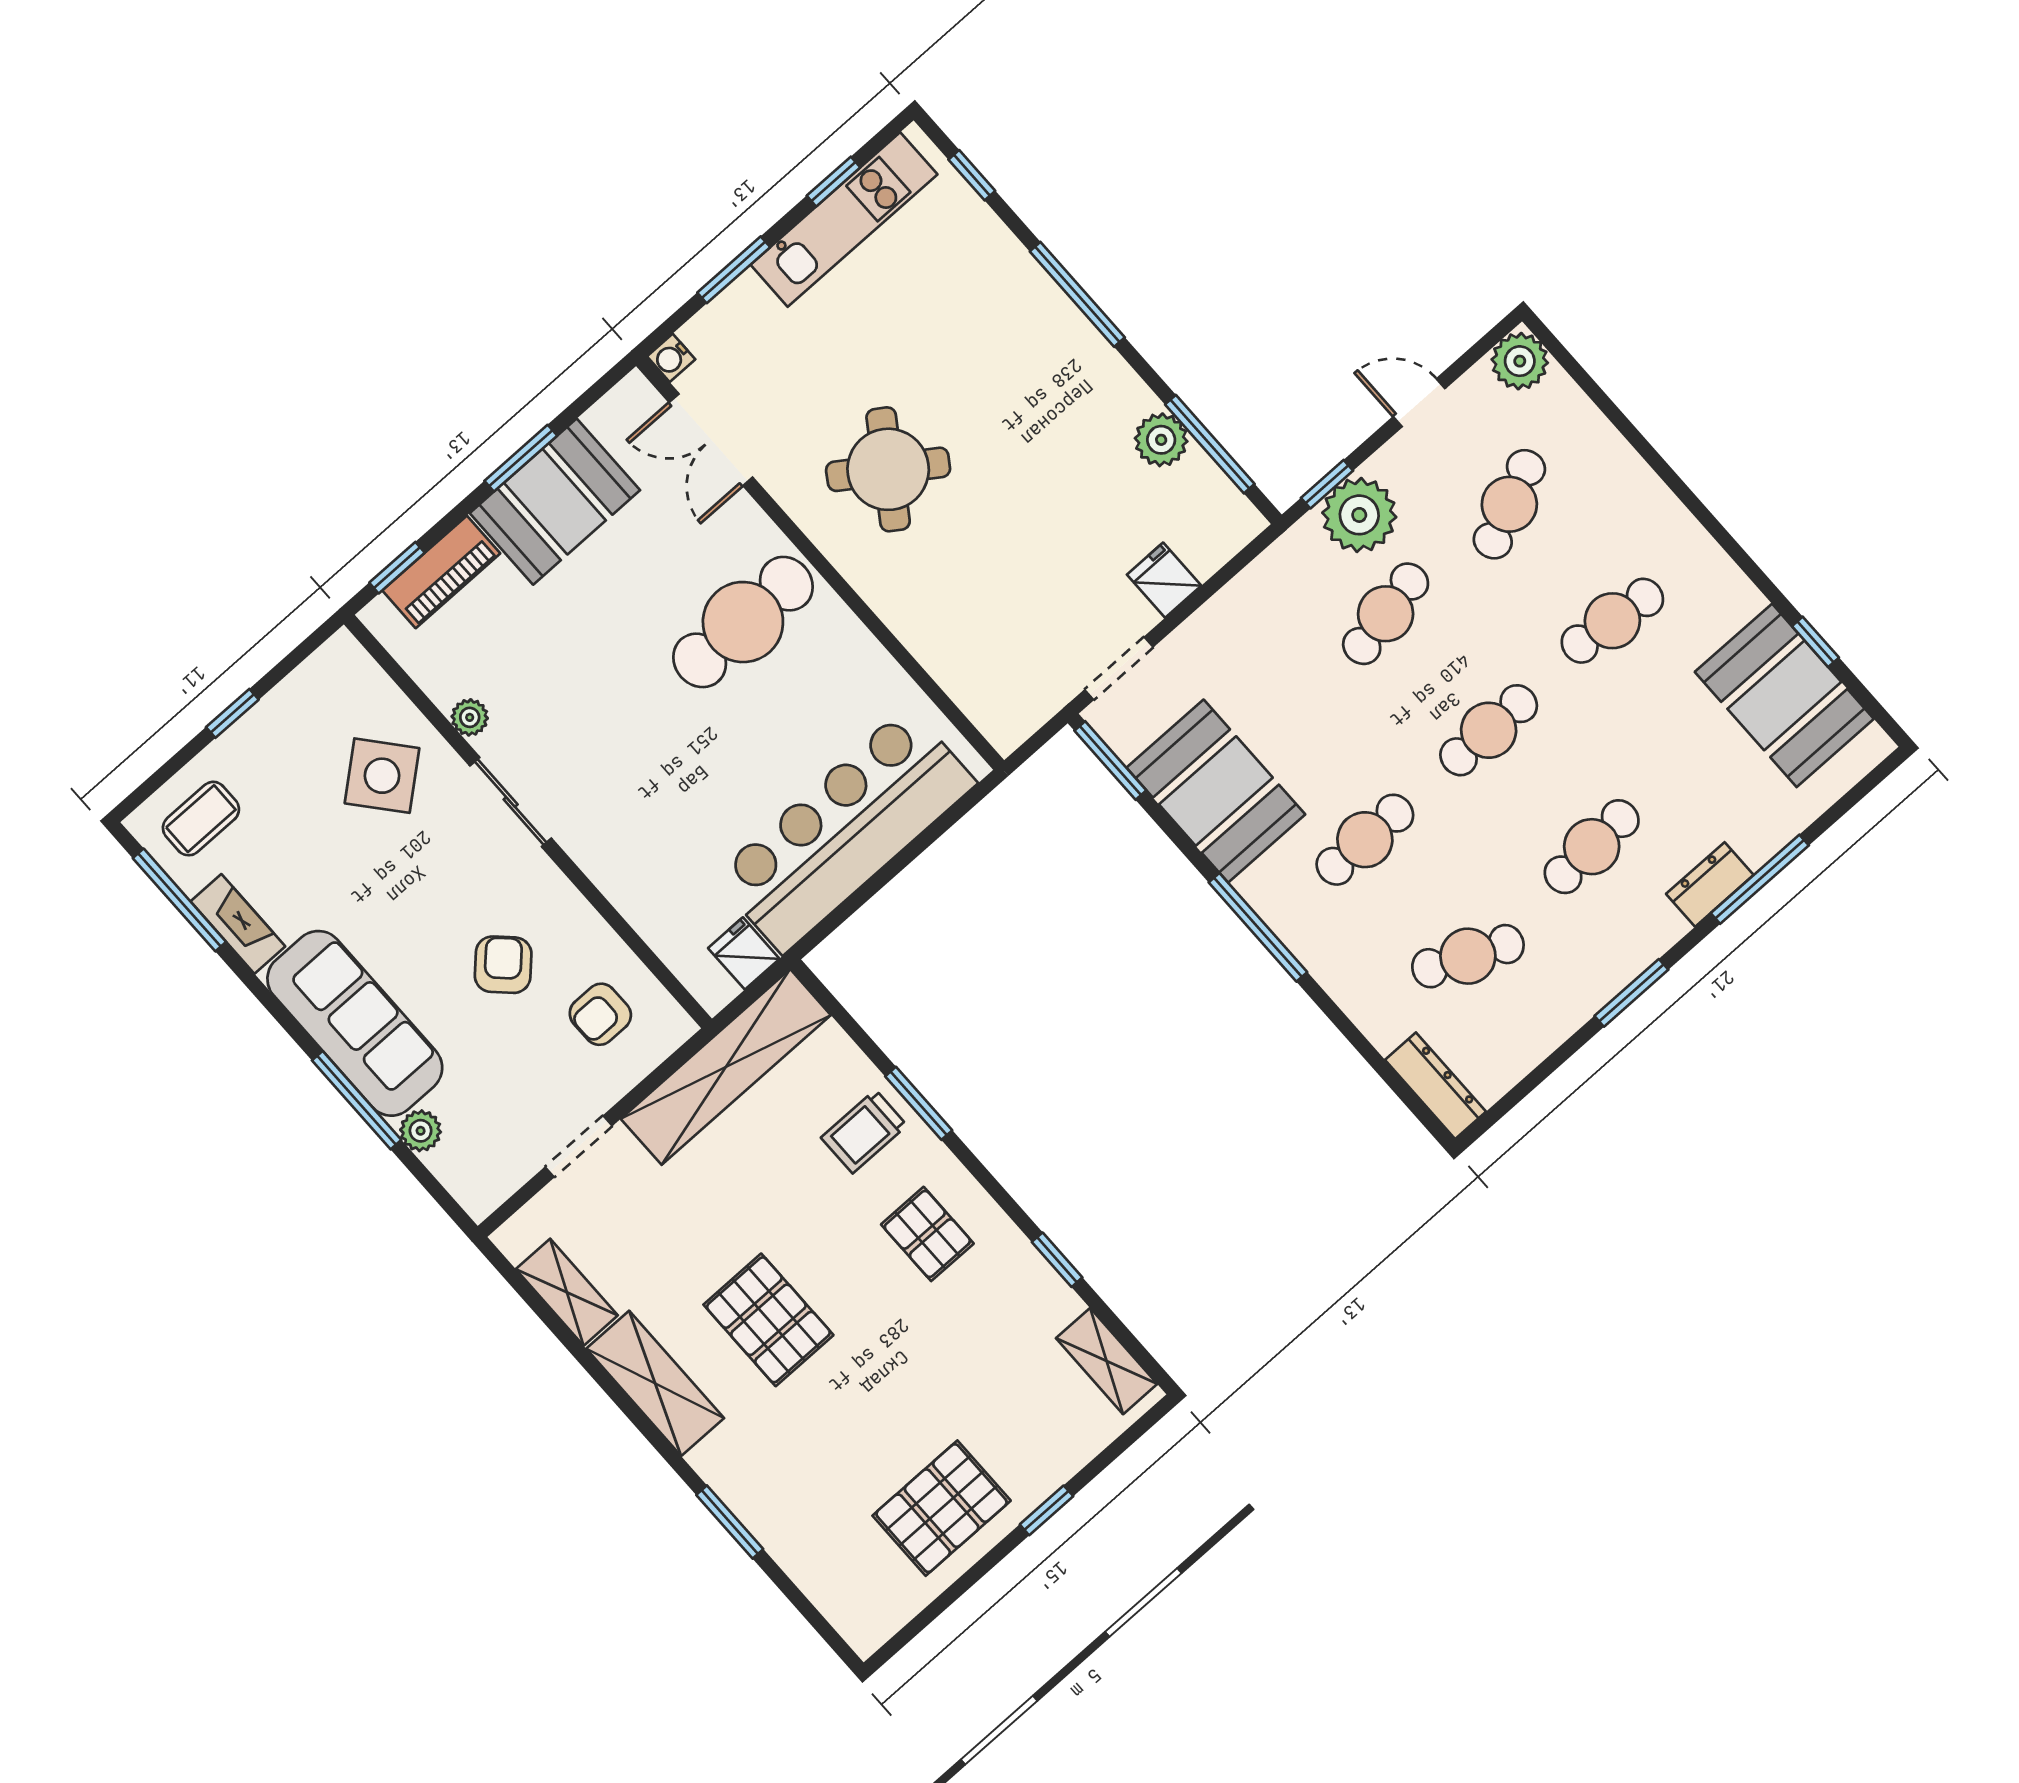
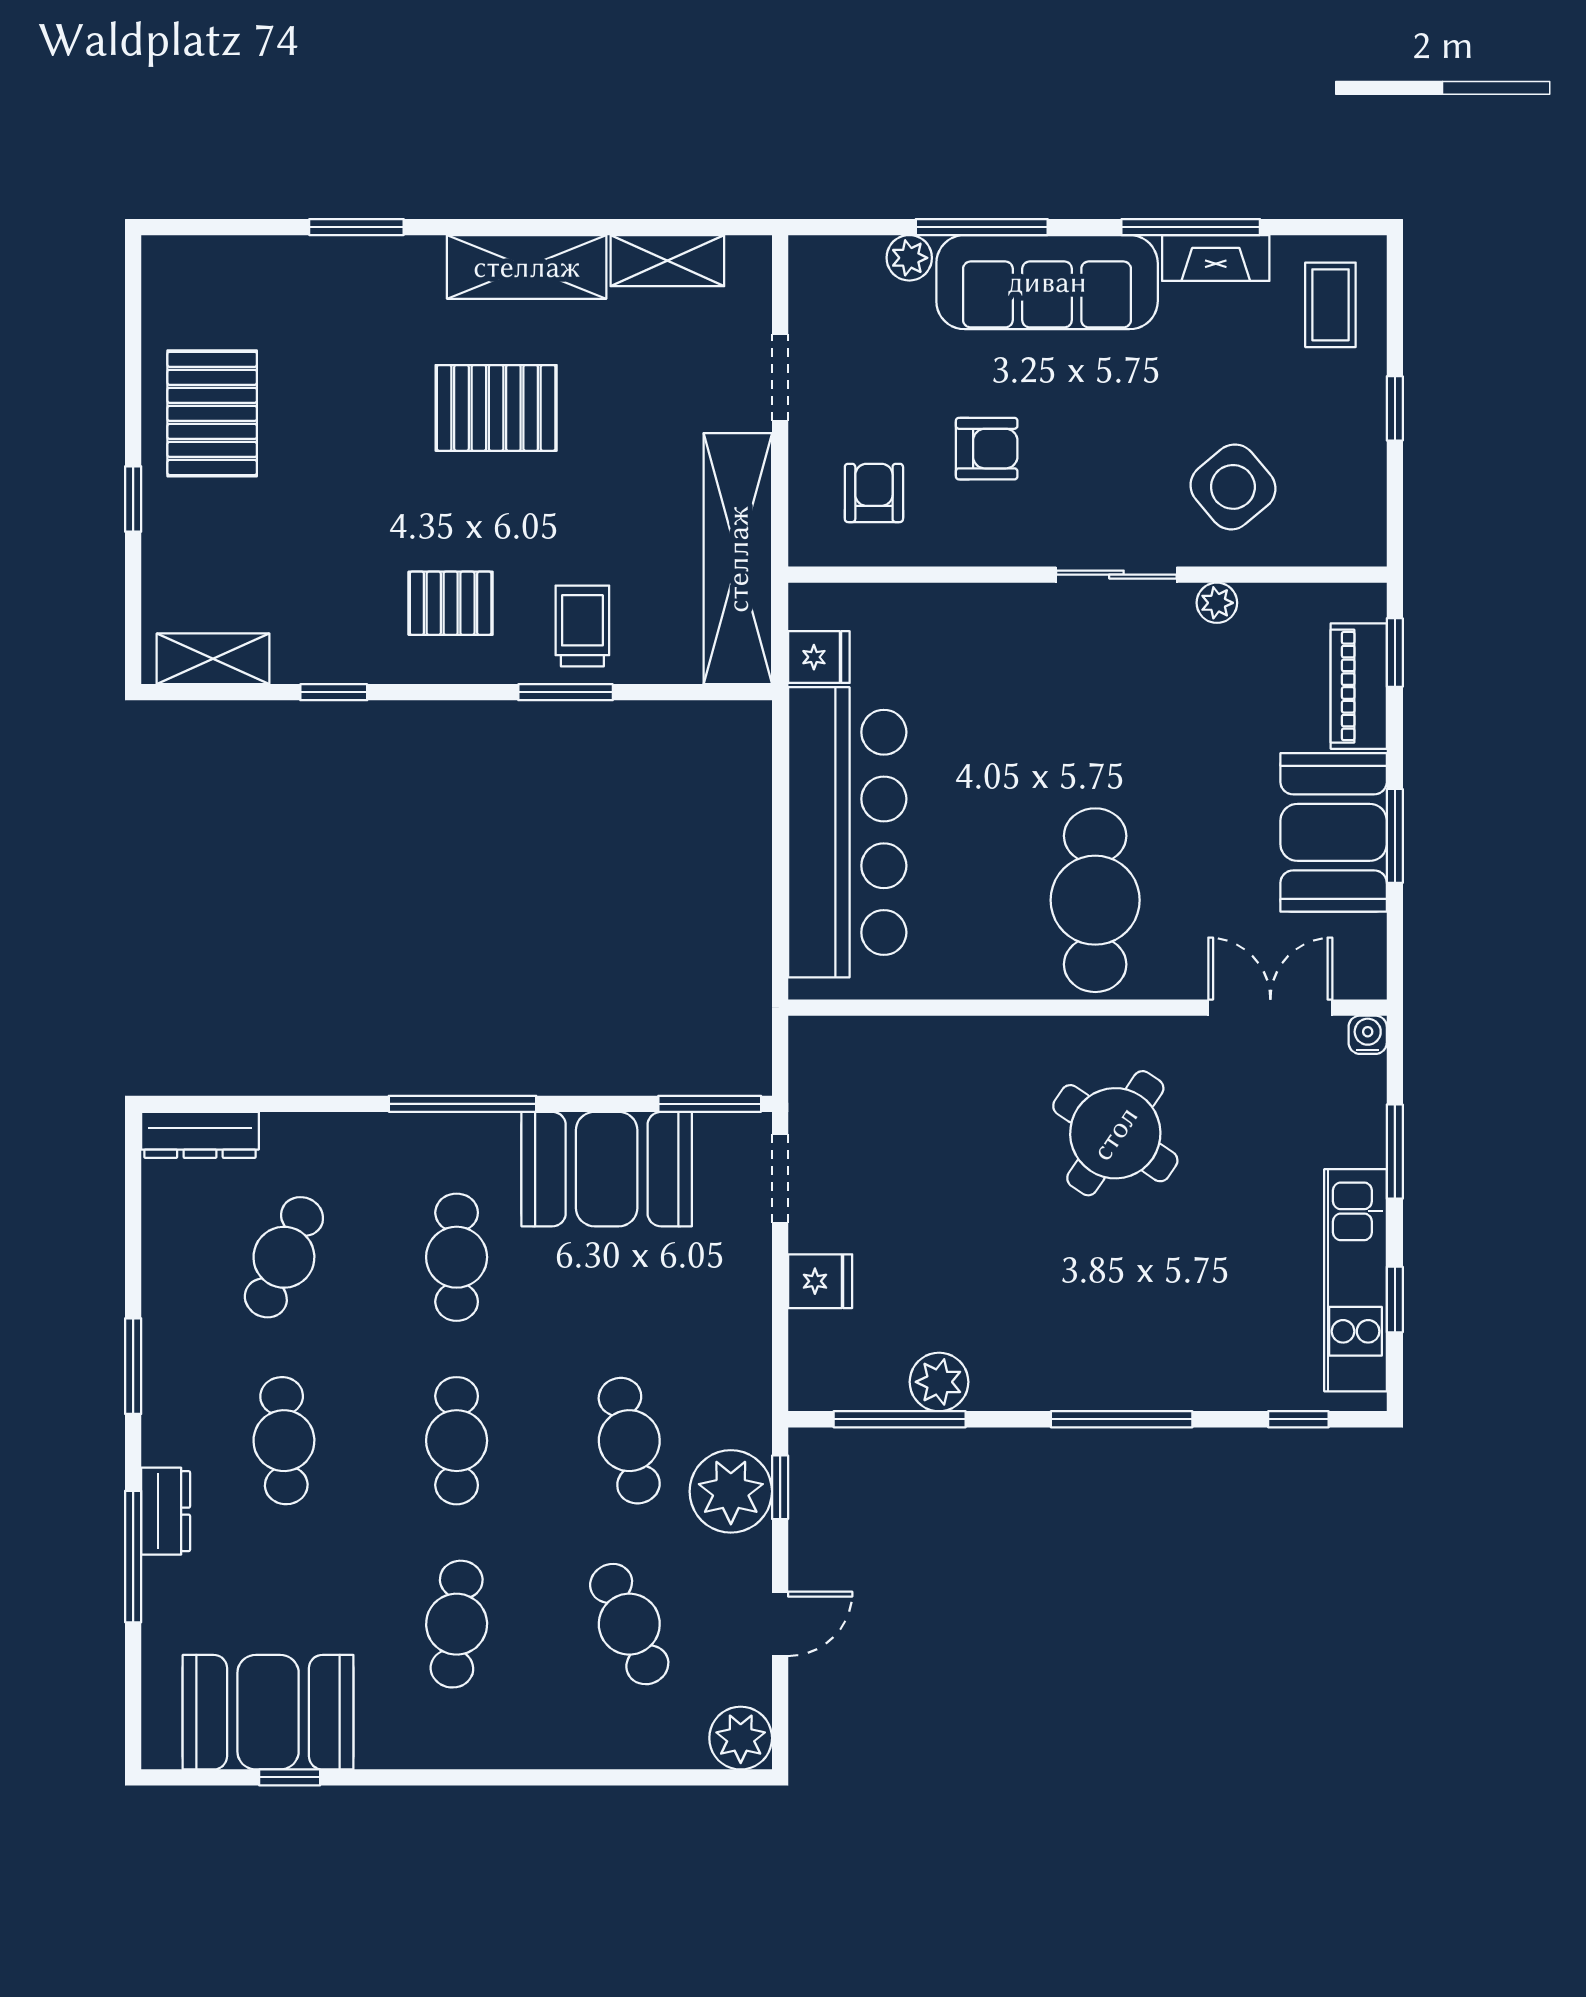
window: (179, 900) -> (1191, 227), moved
armchair: (503, 965) -> (987, 449), turned -44

